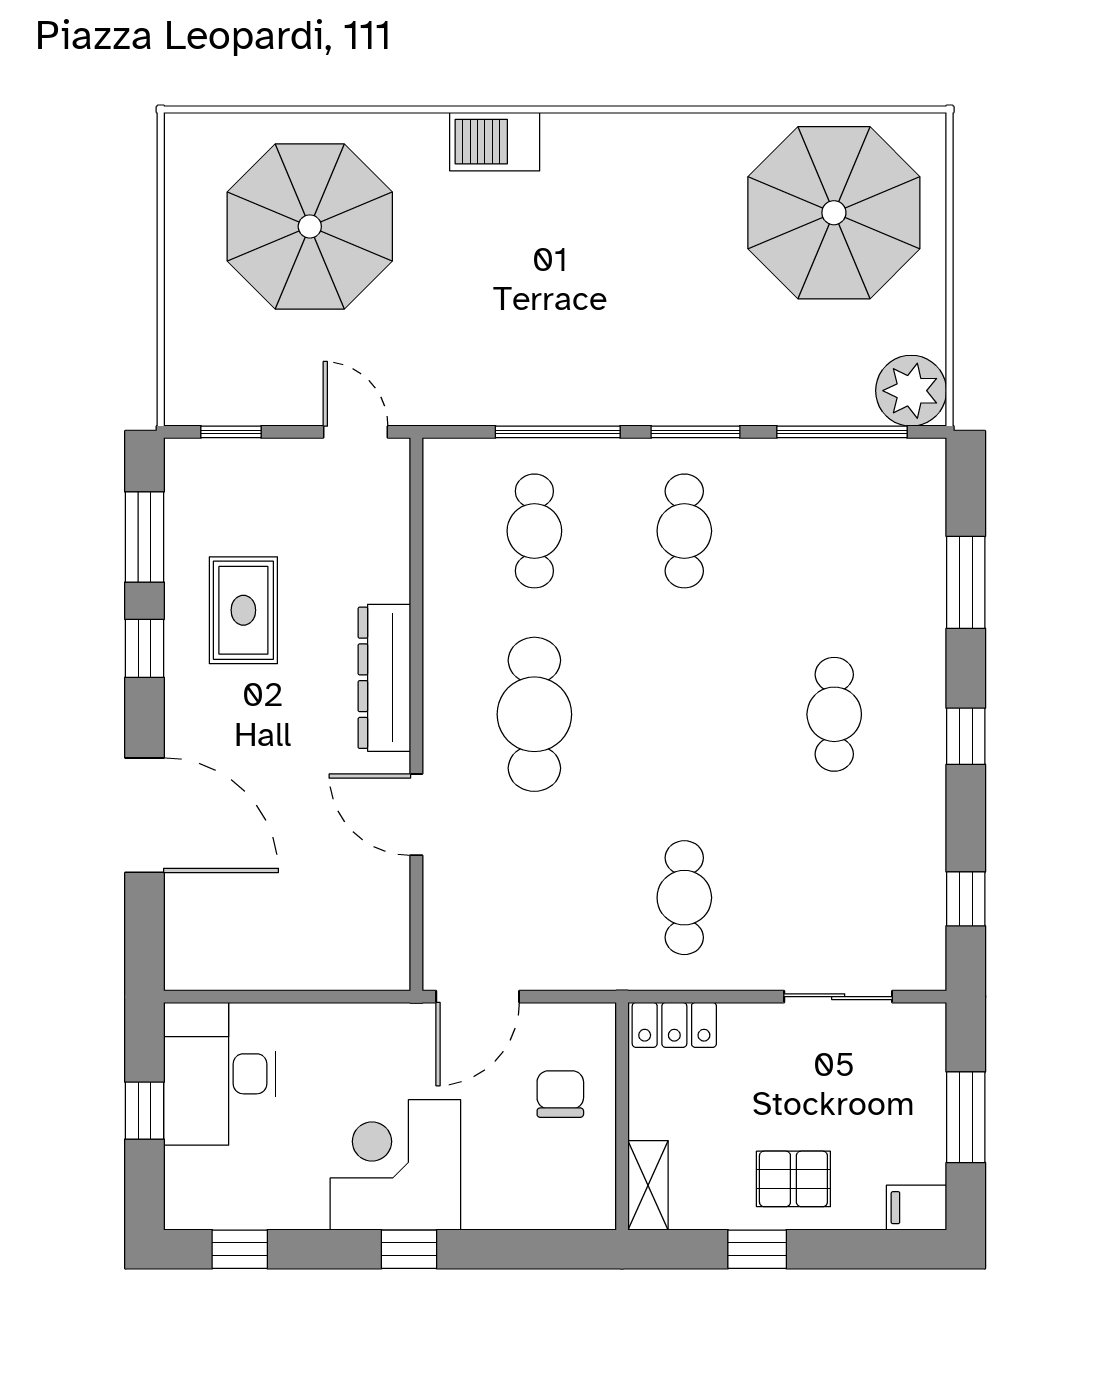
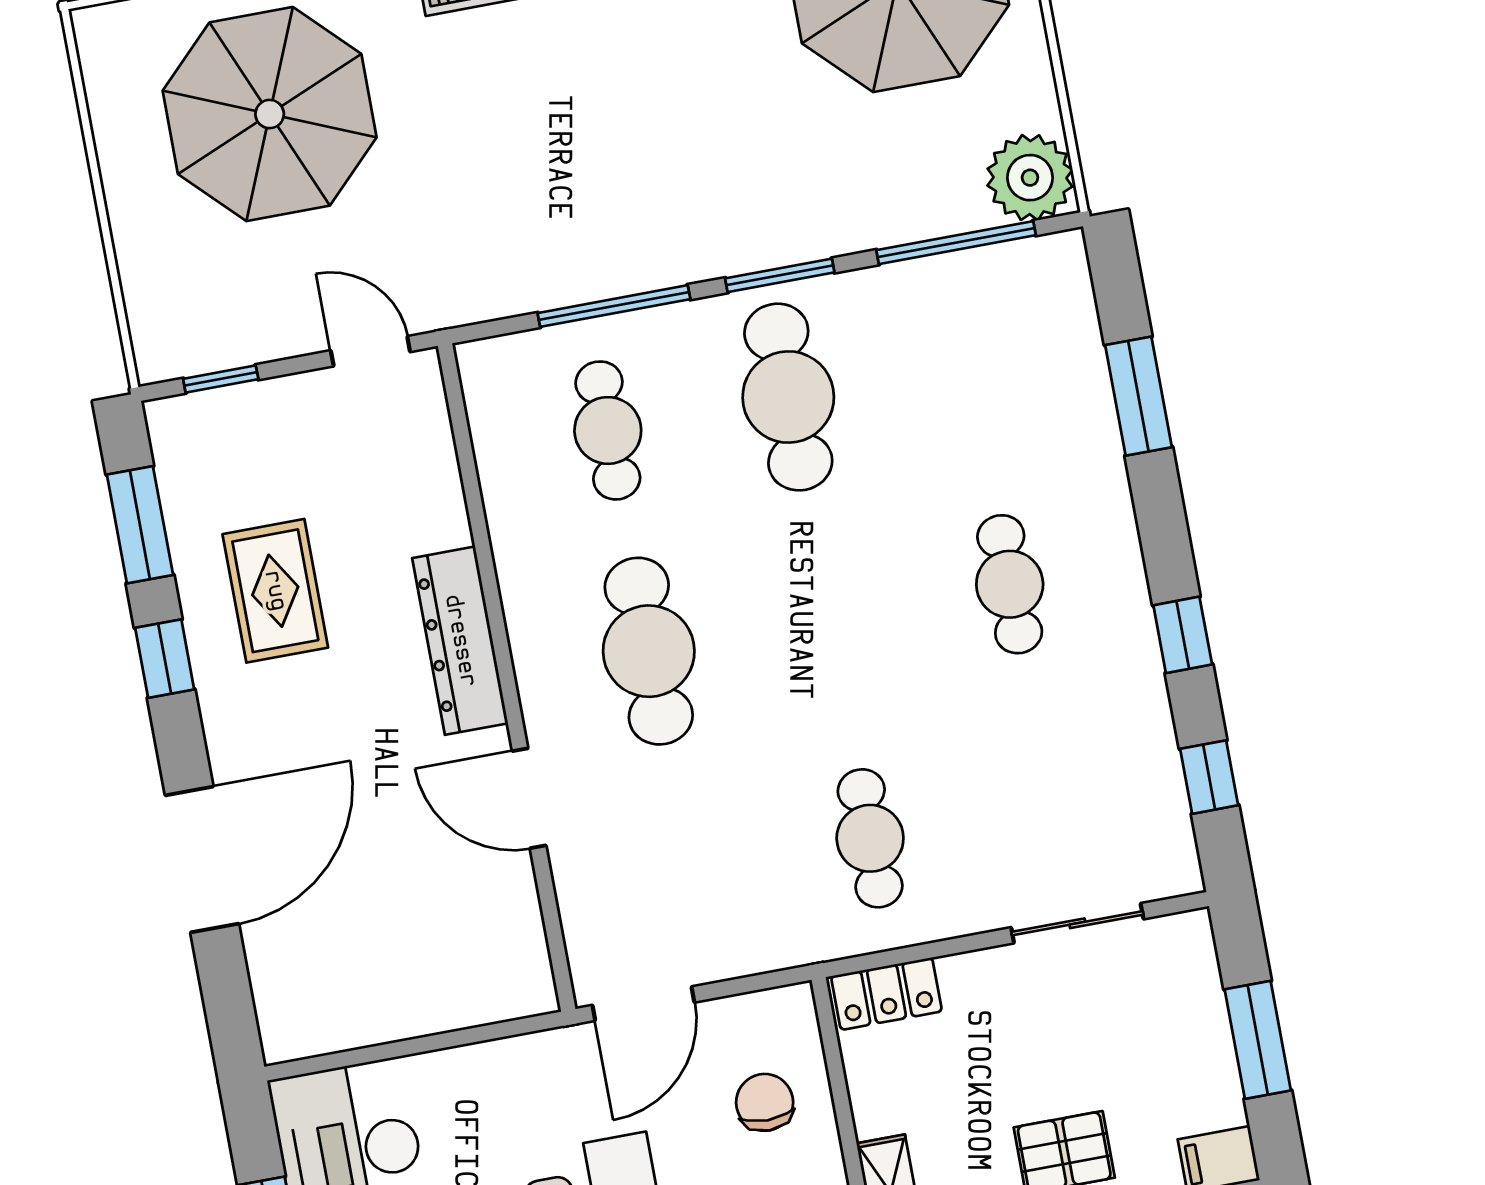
cafe table: (684, 531) -> (788, 397), width x1.37, depth x1.35
window: (966, 736) -> (1183, 635), moved
door: (144, 815) -> (202, 860), hinge flipped

